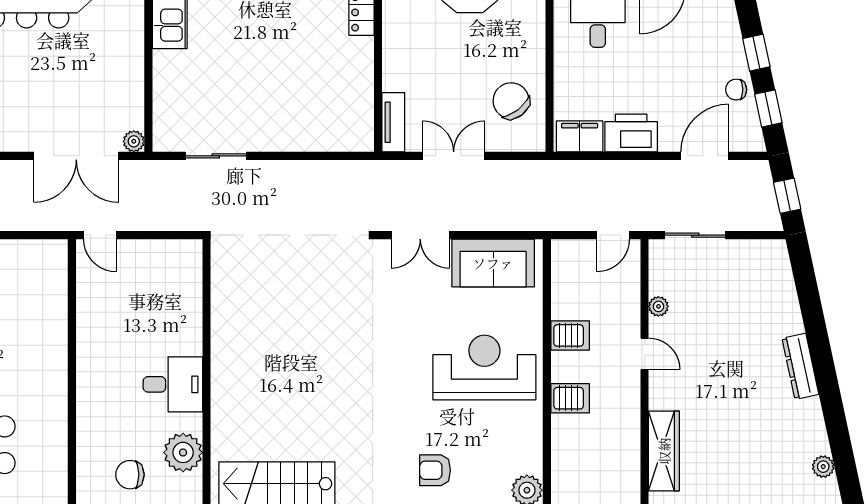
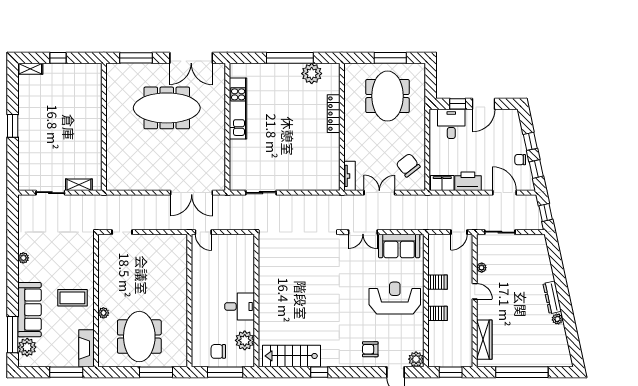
plant: (134, 141) -> (220, 185), removed
door: (705, 156) -> (505, 193), hinge flipped
plant: (823, 467) -> (557, 319), moved

